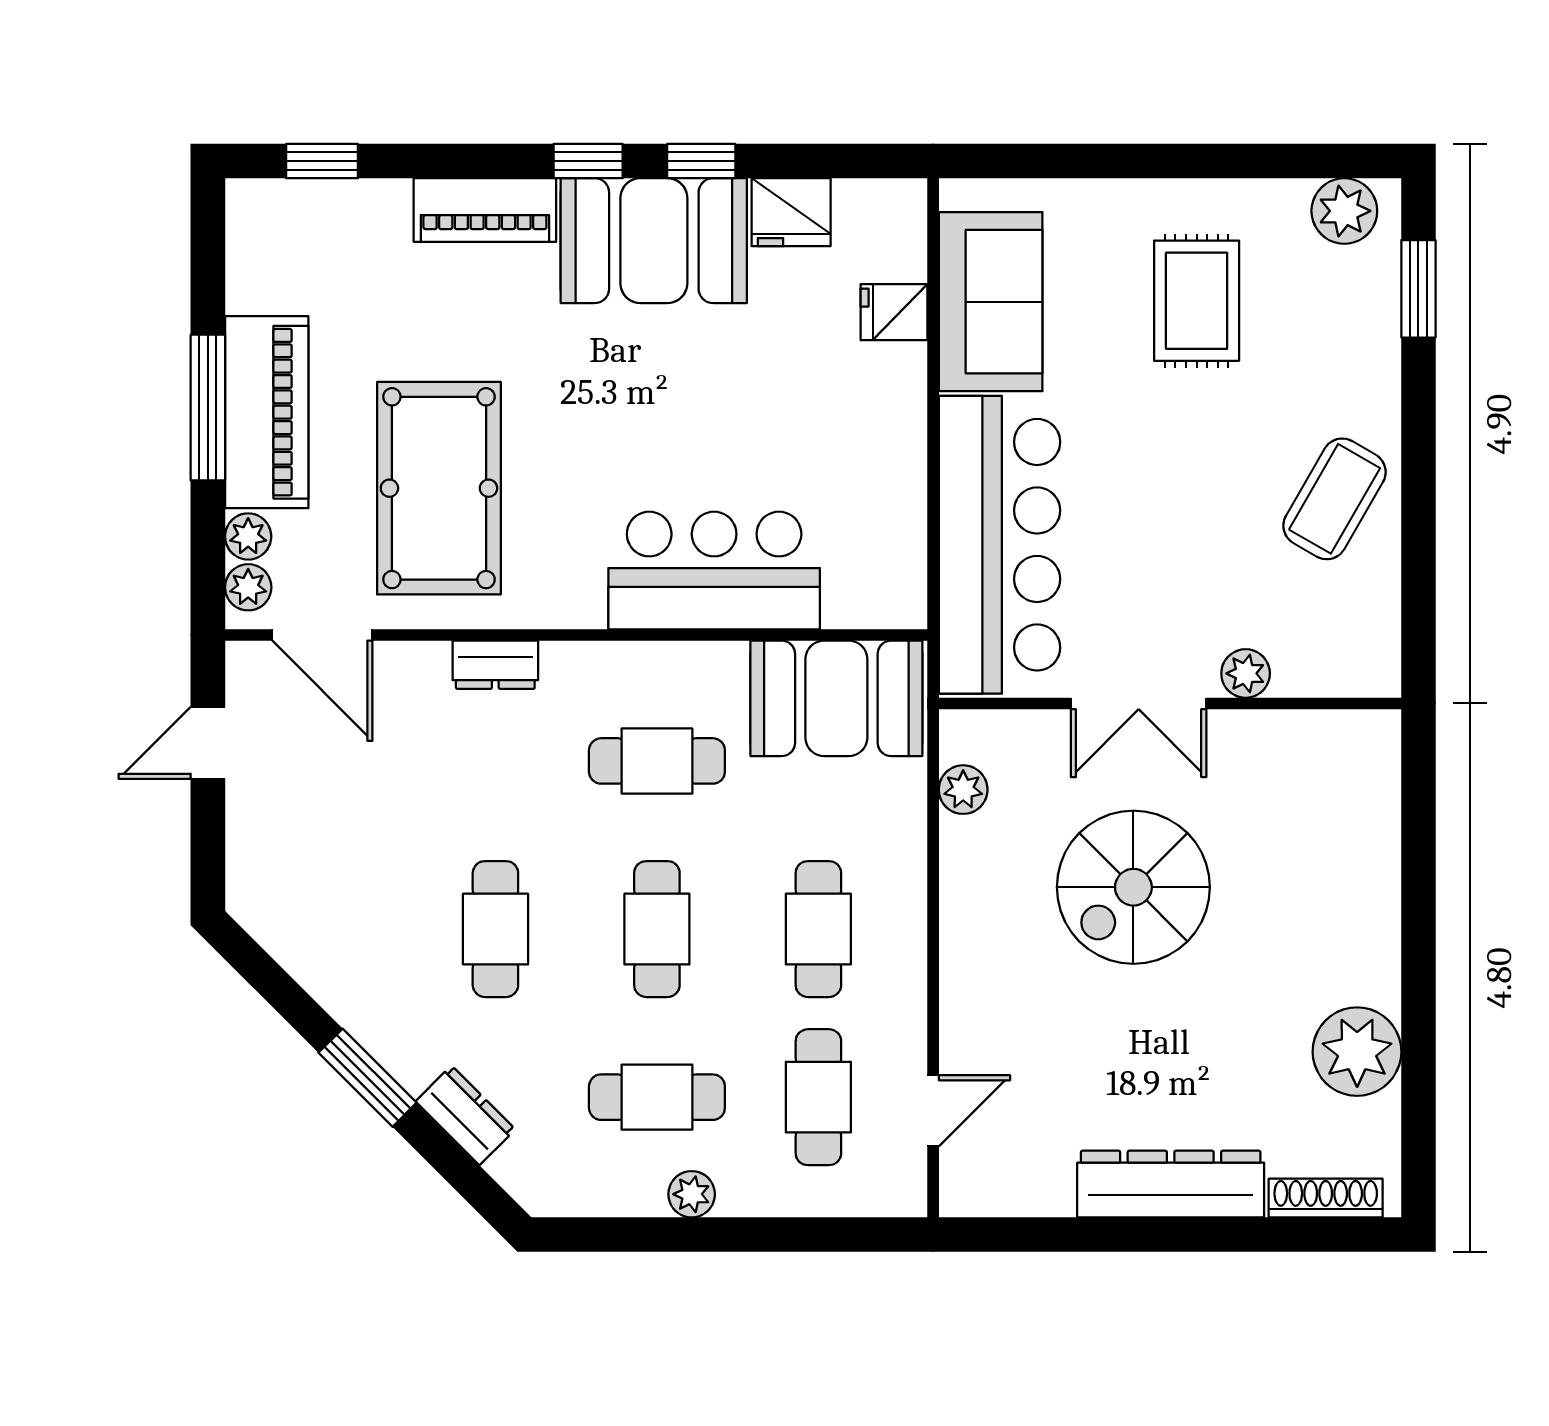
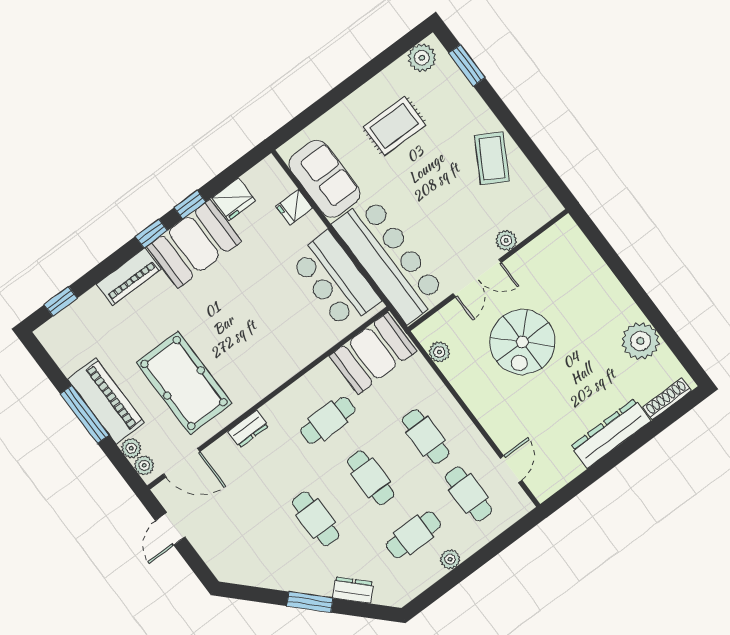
rug: (1197, 301) -> (394, 126), turned 90
bar counter: (714, 570) -> (335, 280), moved, turned -90

